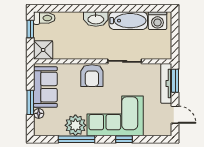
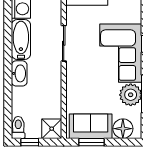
armchair: (92, 76) -> (79, 78), removed
window: (30, 102) -> (91, 142), moved
floor lamp: (39, 113) -> (123, 129), width x1.89, depth x1.89

